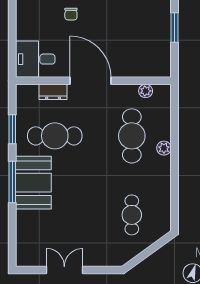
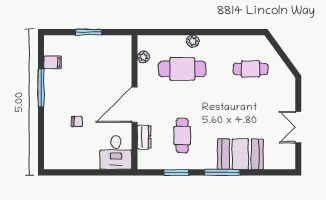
cafe table: (55, 136) -> (182, 136), width x0.73, depth x0.74
booth: (33, 183) -> (240, 154), moved

